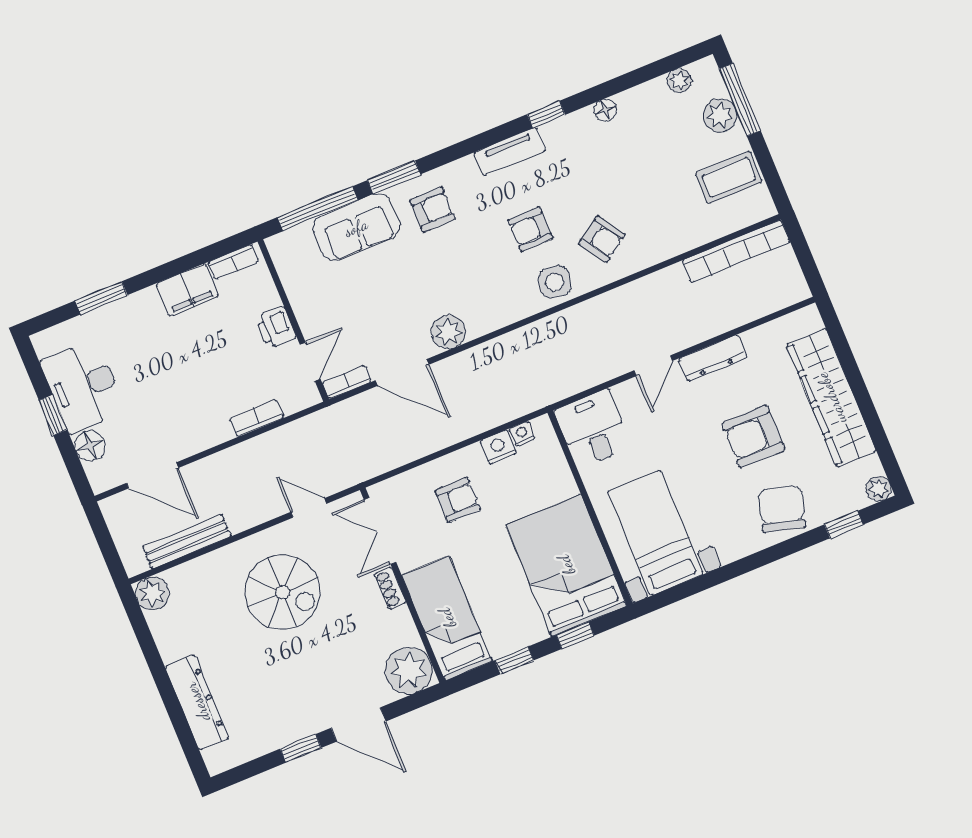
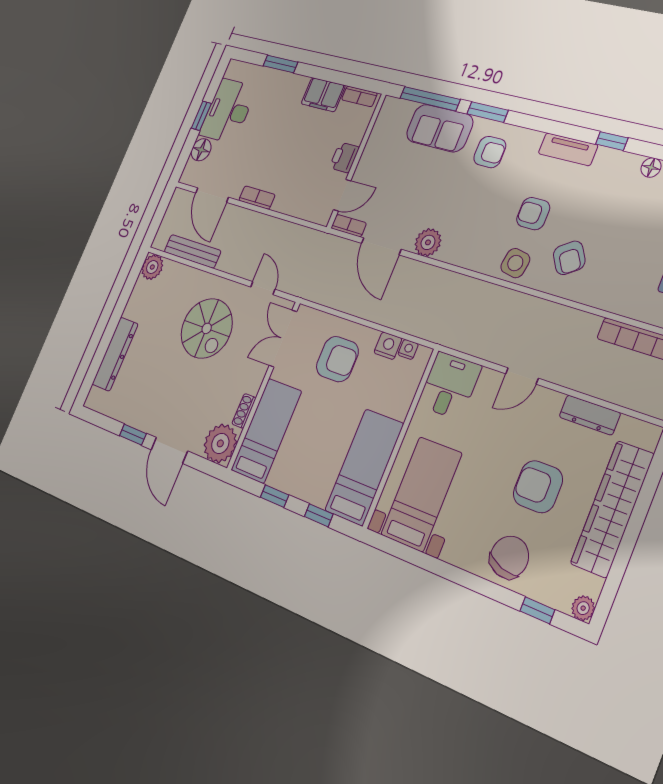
dresser: (713, 358) -> (590, 415), moved
bookcase: (257, 418) -> (257, 198), moved
armchair: (458, 500) -> (337, 359), width x1.38, depth x1.38
bed: (566, 565) -> (364, 467), width x0.67
shoe rack: (390, 588) -> (244, 411), moved

